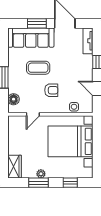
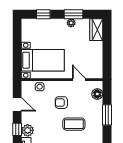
plant: (87, 61) -> (28, 130), added
door: (33, 114) -> (79, 80), hinge flipped
bed with nightstands: (71, 141) -> (43, 60), width x0.73

